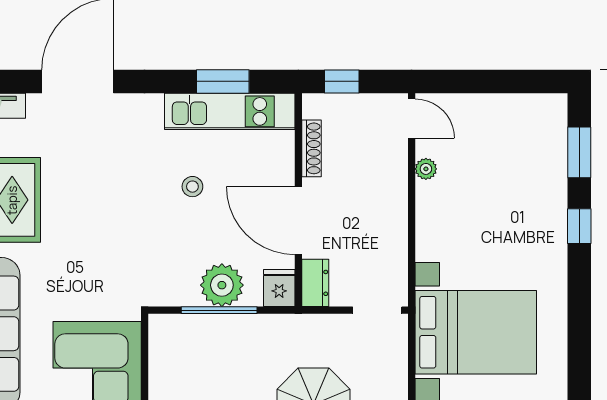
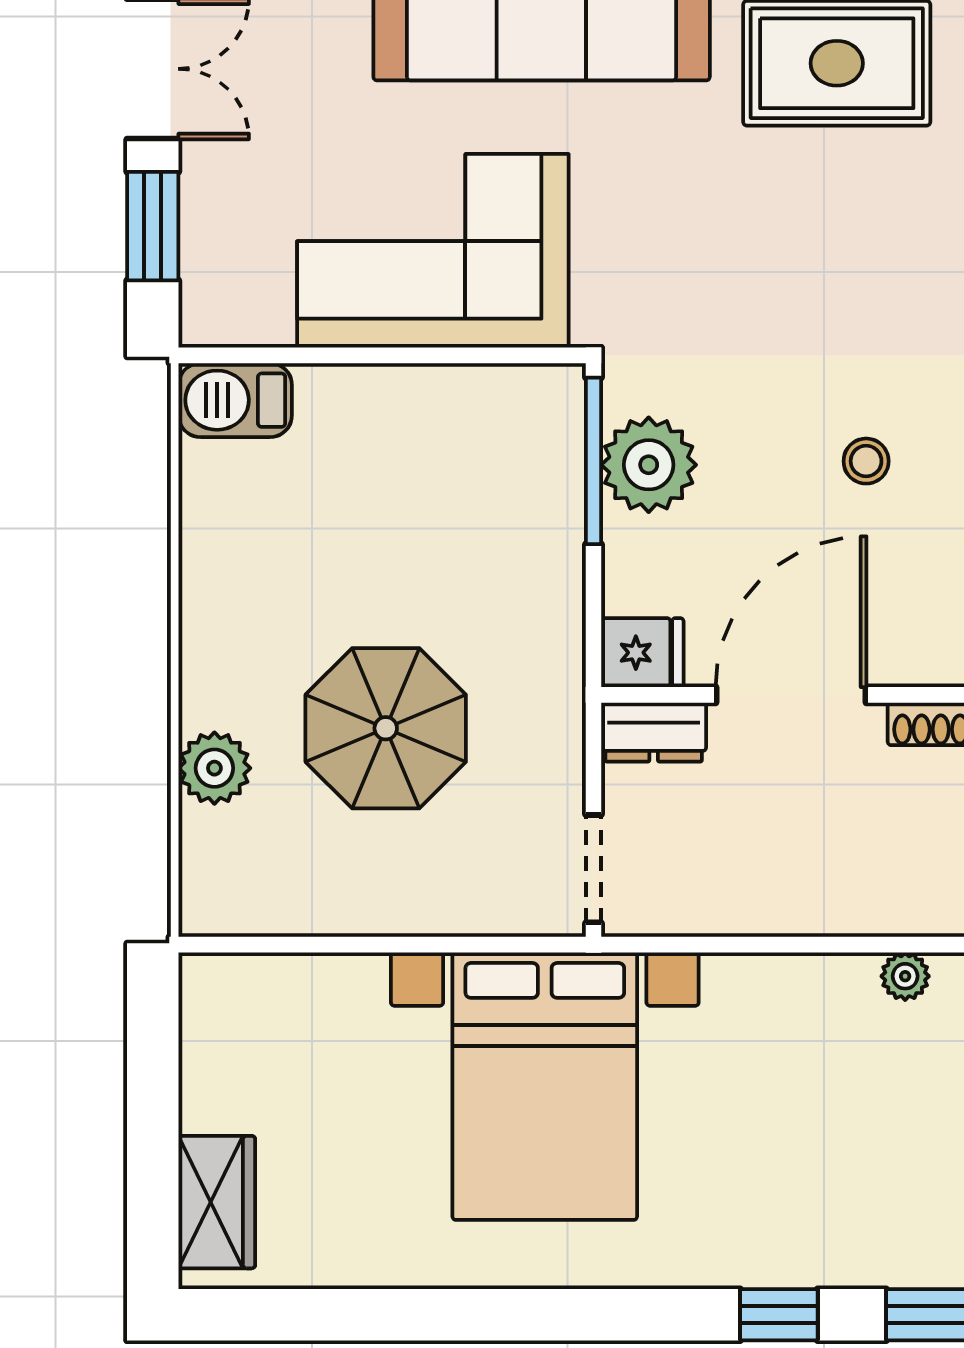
plant: (222, 285) -> (649, 465), moved
window: (219, 310) -> (593, 461), moved

